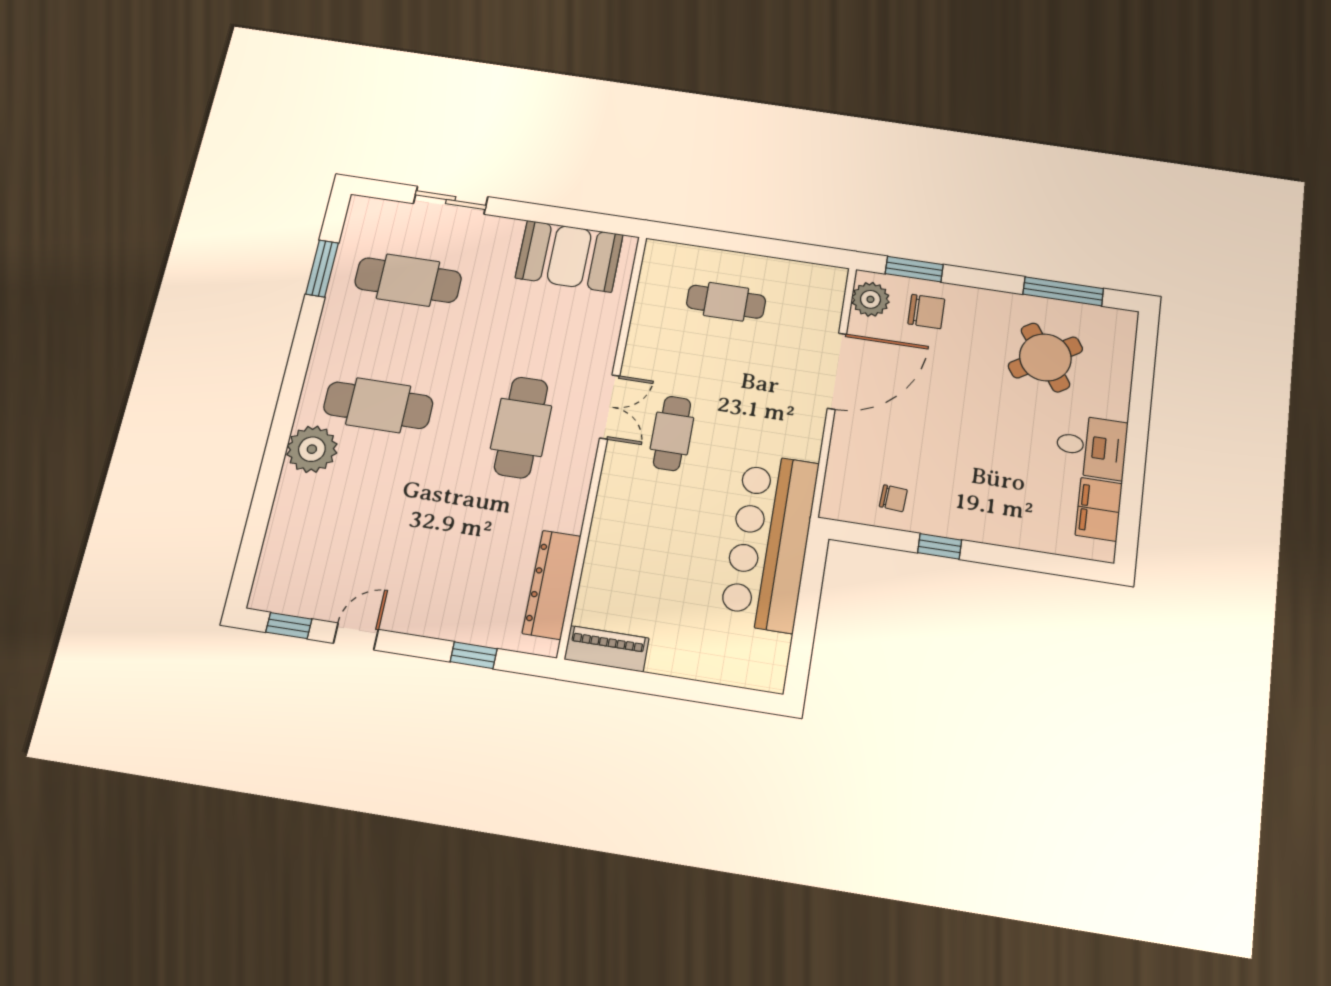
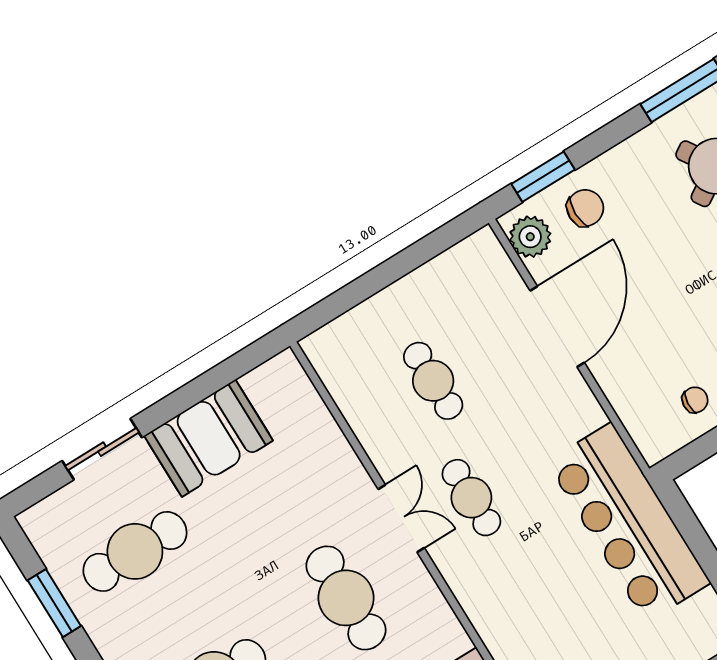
booth: (569, 256) -> (209, 438), moved
cafe table: (726, 302) -> (433, 381), moved, turned 90

